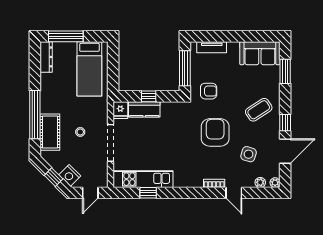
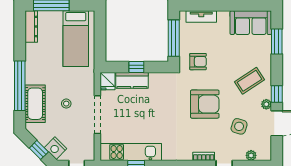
armchair: (215, 132) -> (205, 104), turned 90
plant: (275, 183) -> (266, 104), moved

